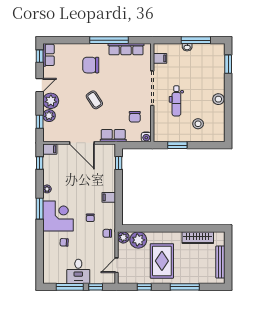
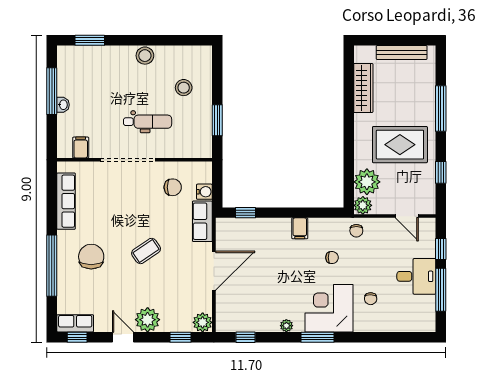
window: (109, 40) -> (52, 266), moved
chair: (91, 65) -> (91, 257), turned 180
plant: (49, 116) -> (203, 322), moved
water cooler: (146, 137) -> (204, 192), moved
filing cabinet: (50, 149) -> (224, 321), removed

